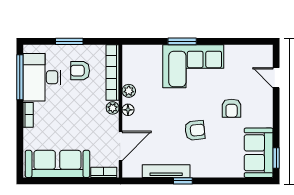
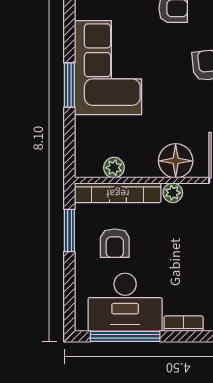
window: (69, 41) -> (69, 231), moved
plant: (129, 91) -> (114, 168), moved
floor lamp: (128, 110) -> (176, 161), width x1.89, depth x1.89

